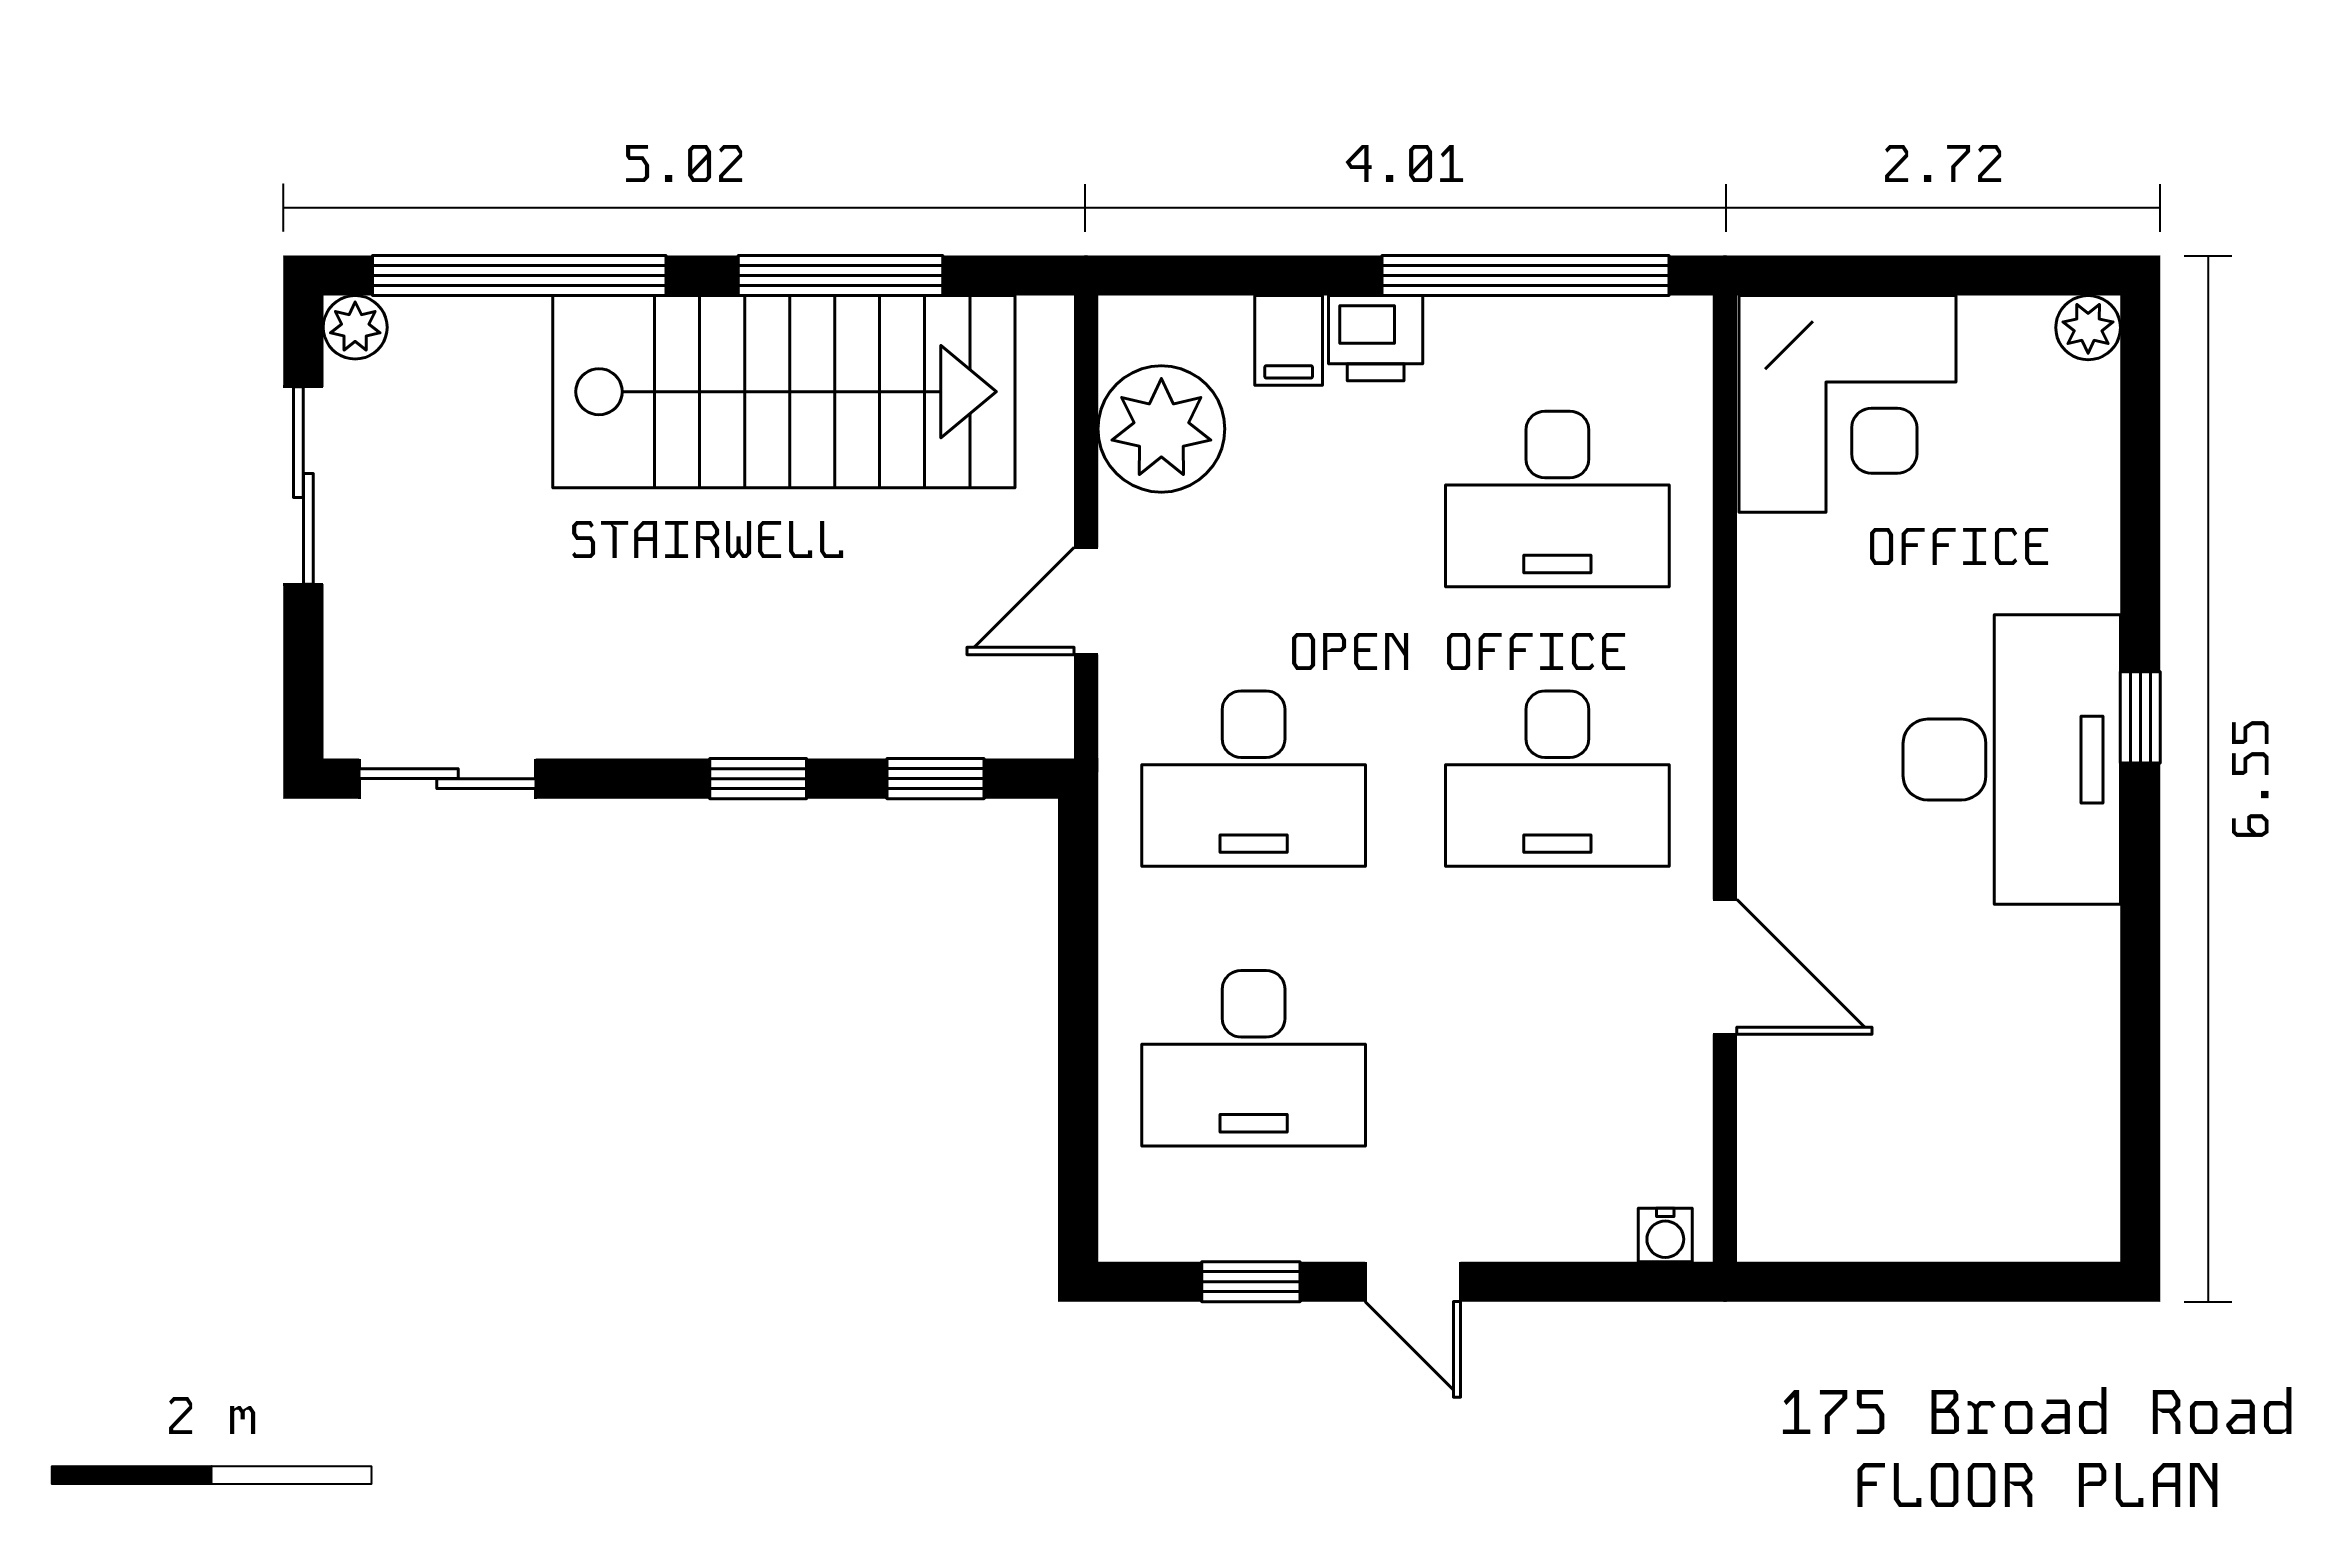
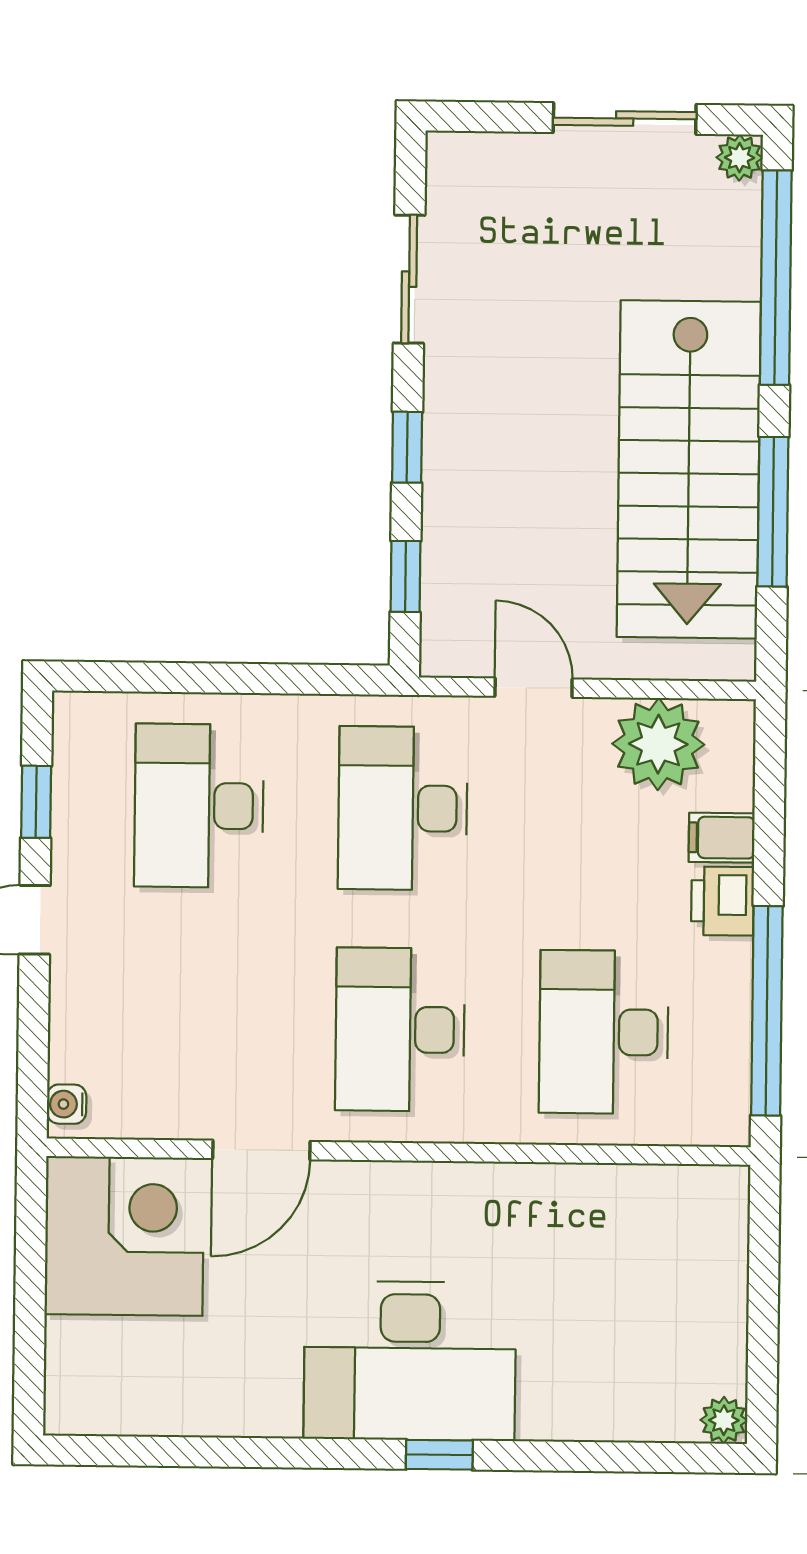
corner desk: (1847, 404) -> (124, 1236), moved, turned 180
sliding door: (448, 779) -> (409, 279), moved

